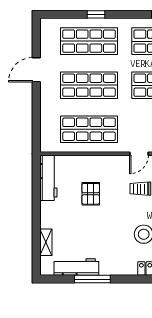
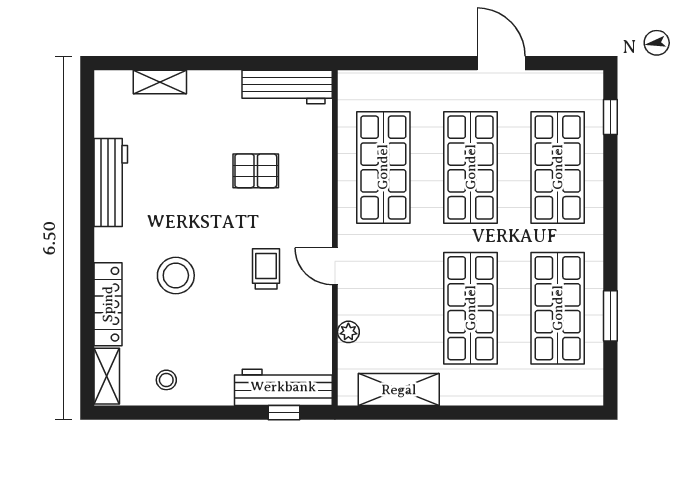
window: (96, 14) -> (610, 117), moved
workbench: (76, 267) -> (111, 182), moved
window: (92, 279) -> (87, 174), removed

